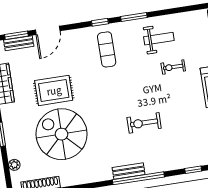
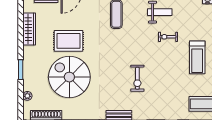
exercise bike: (144, 123) -> (137, 78), turned -90

